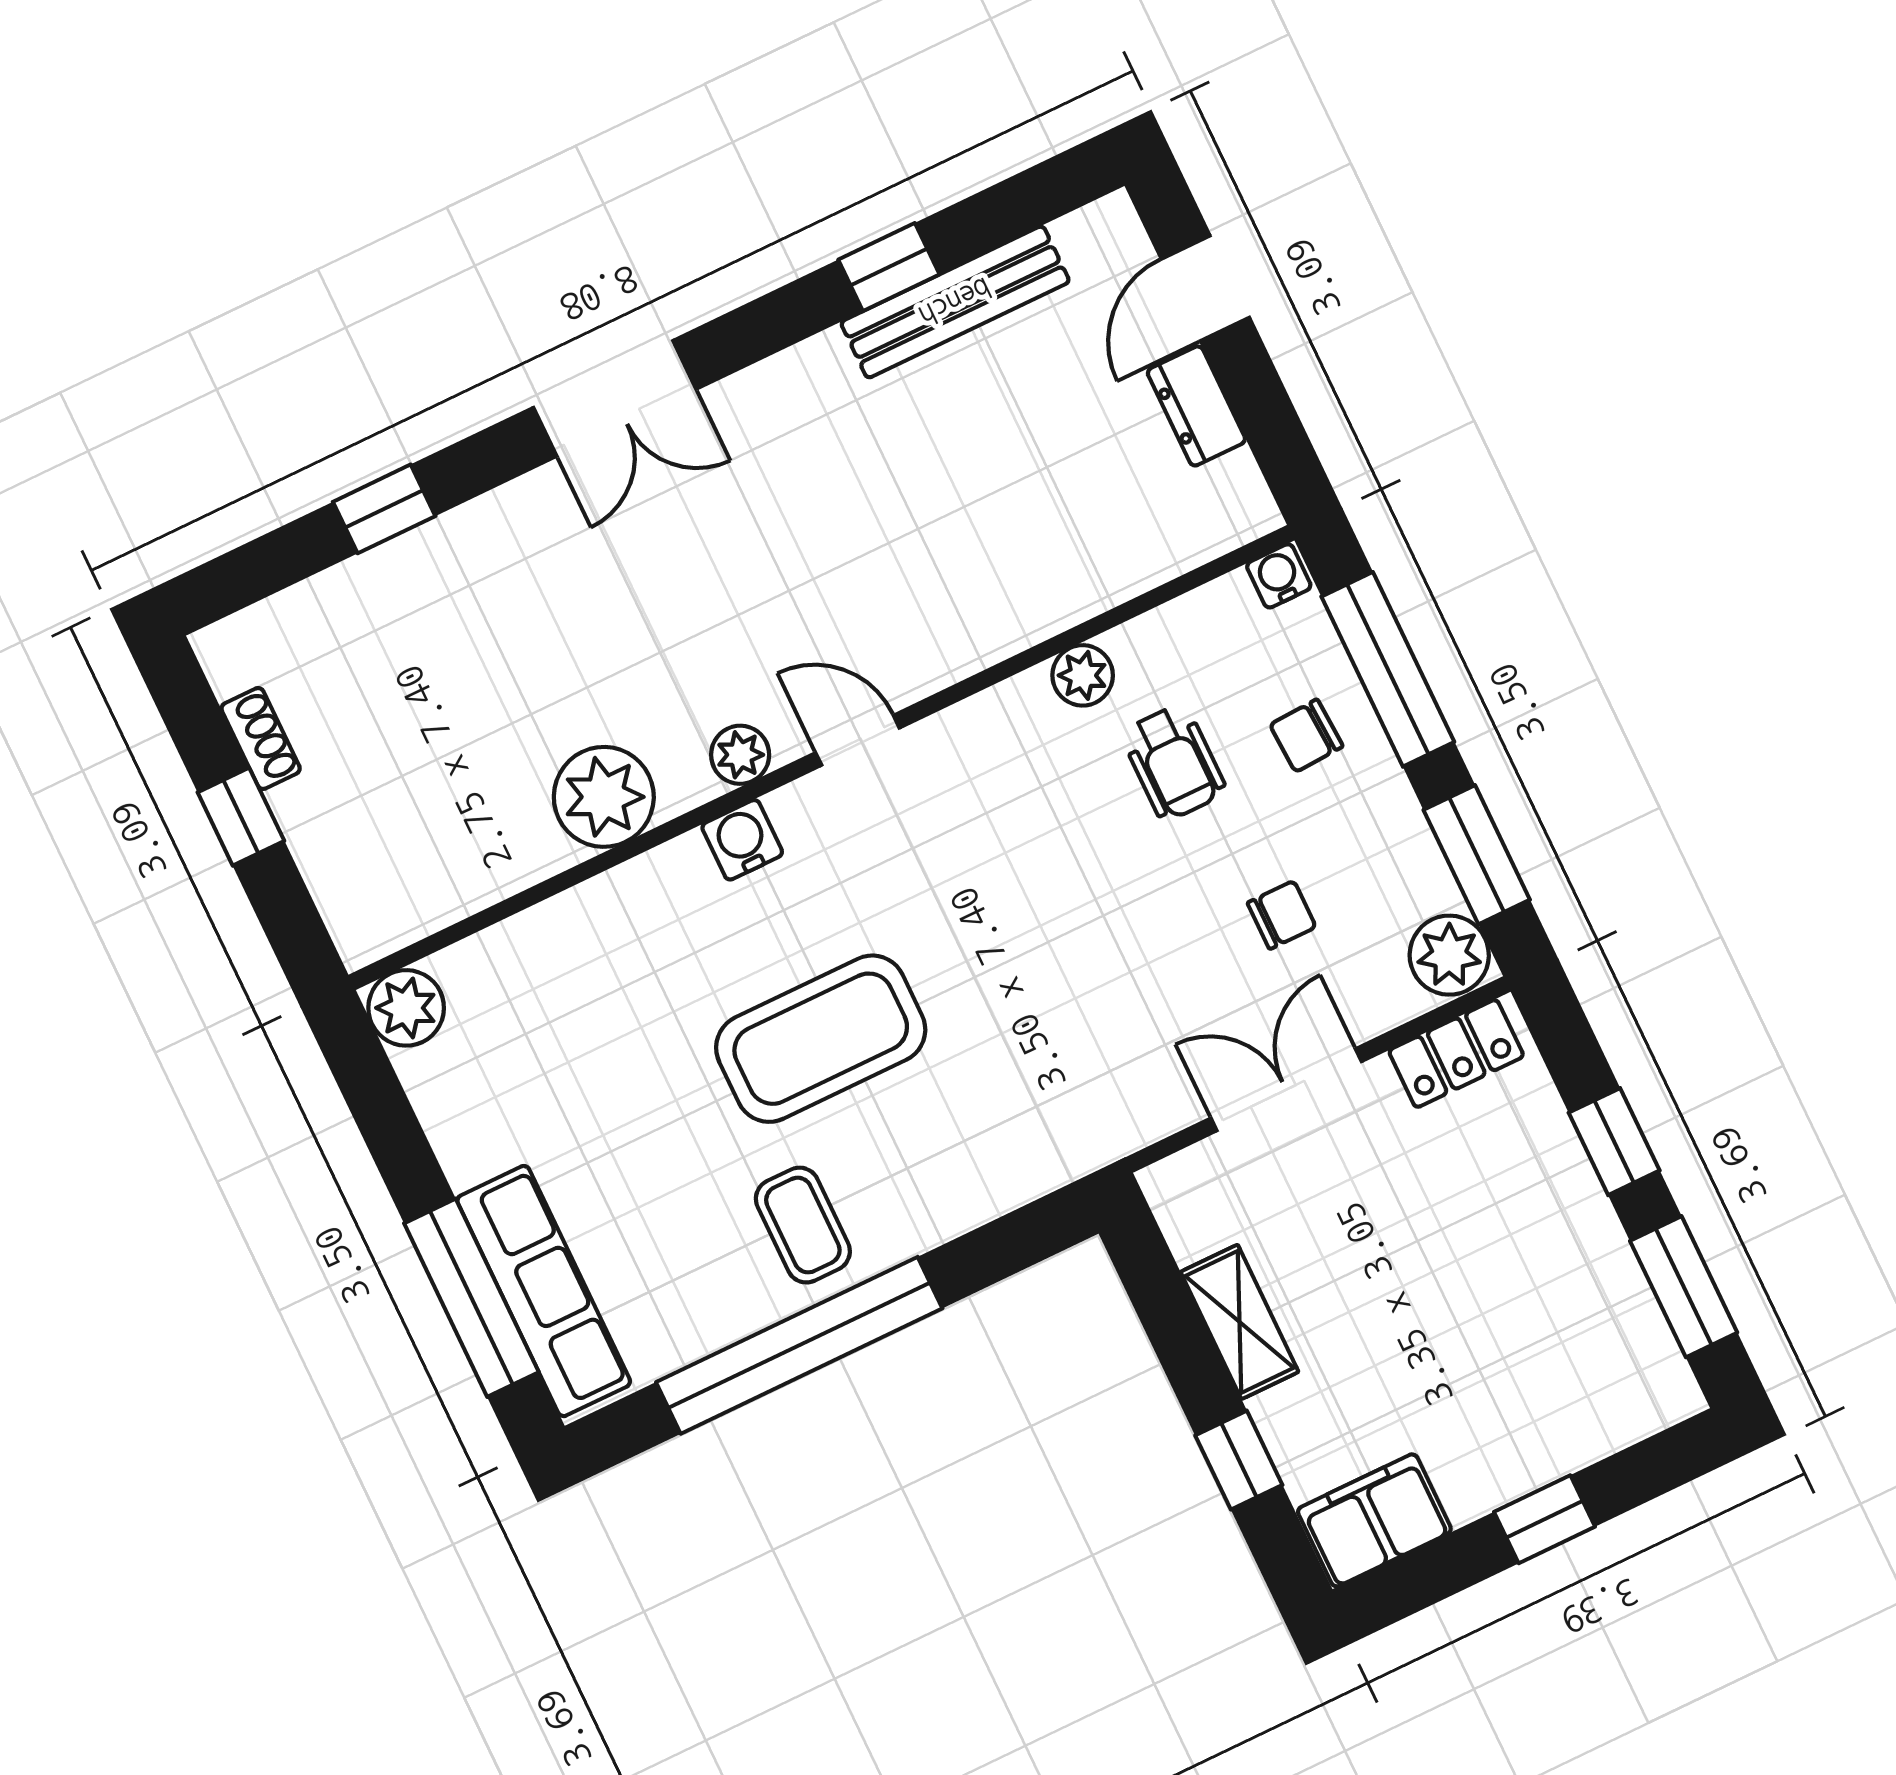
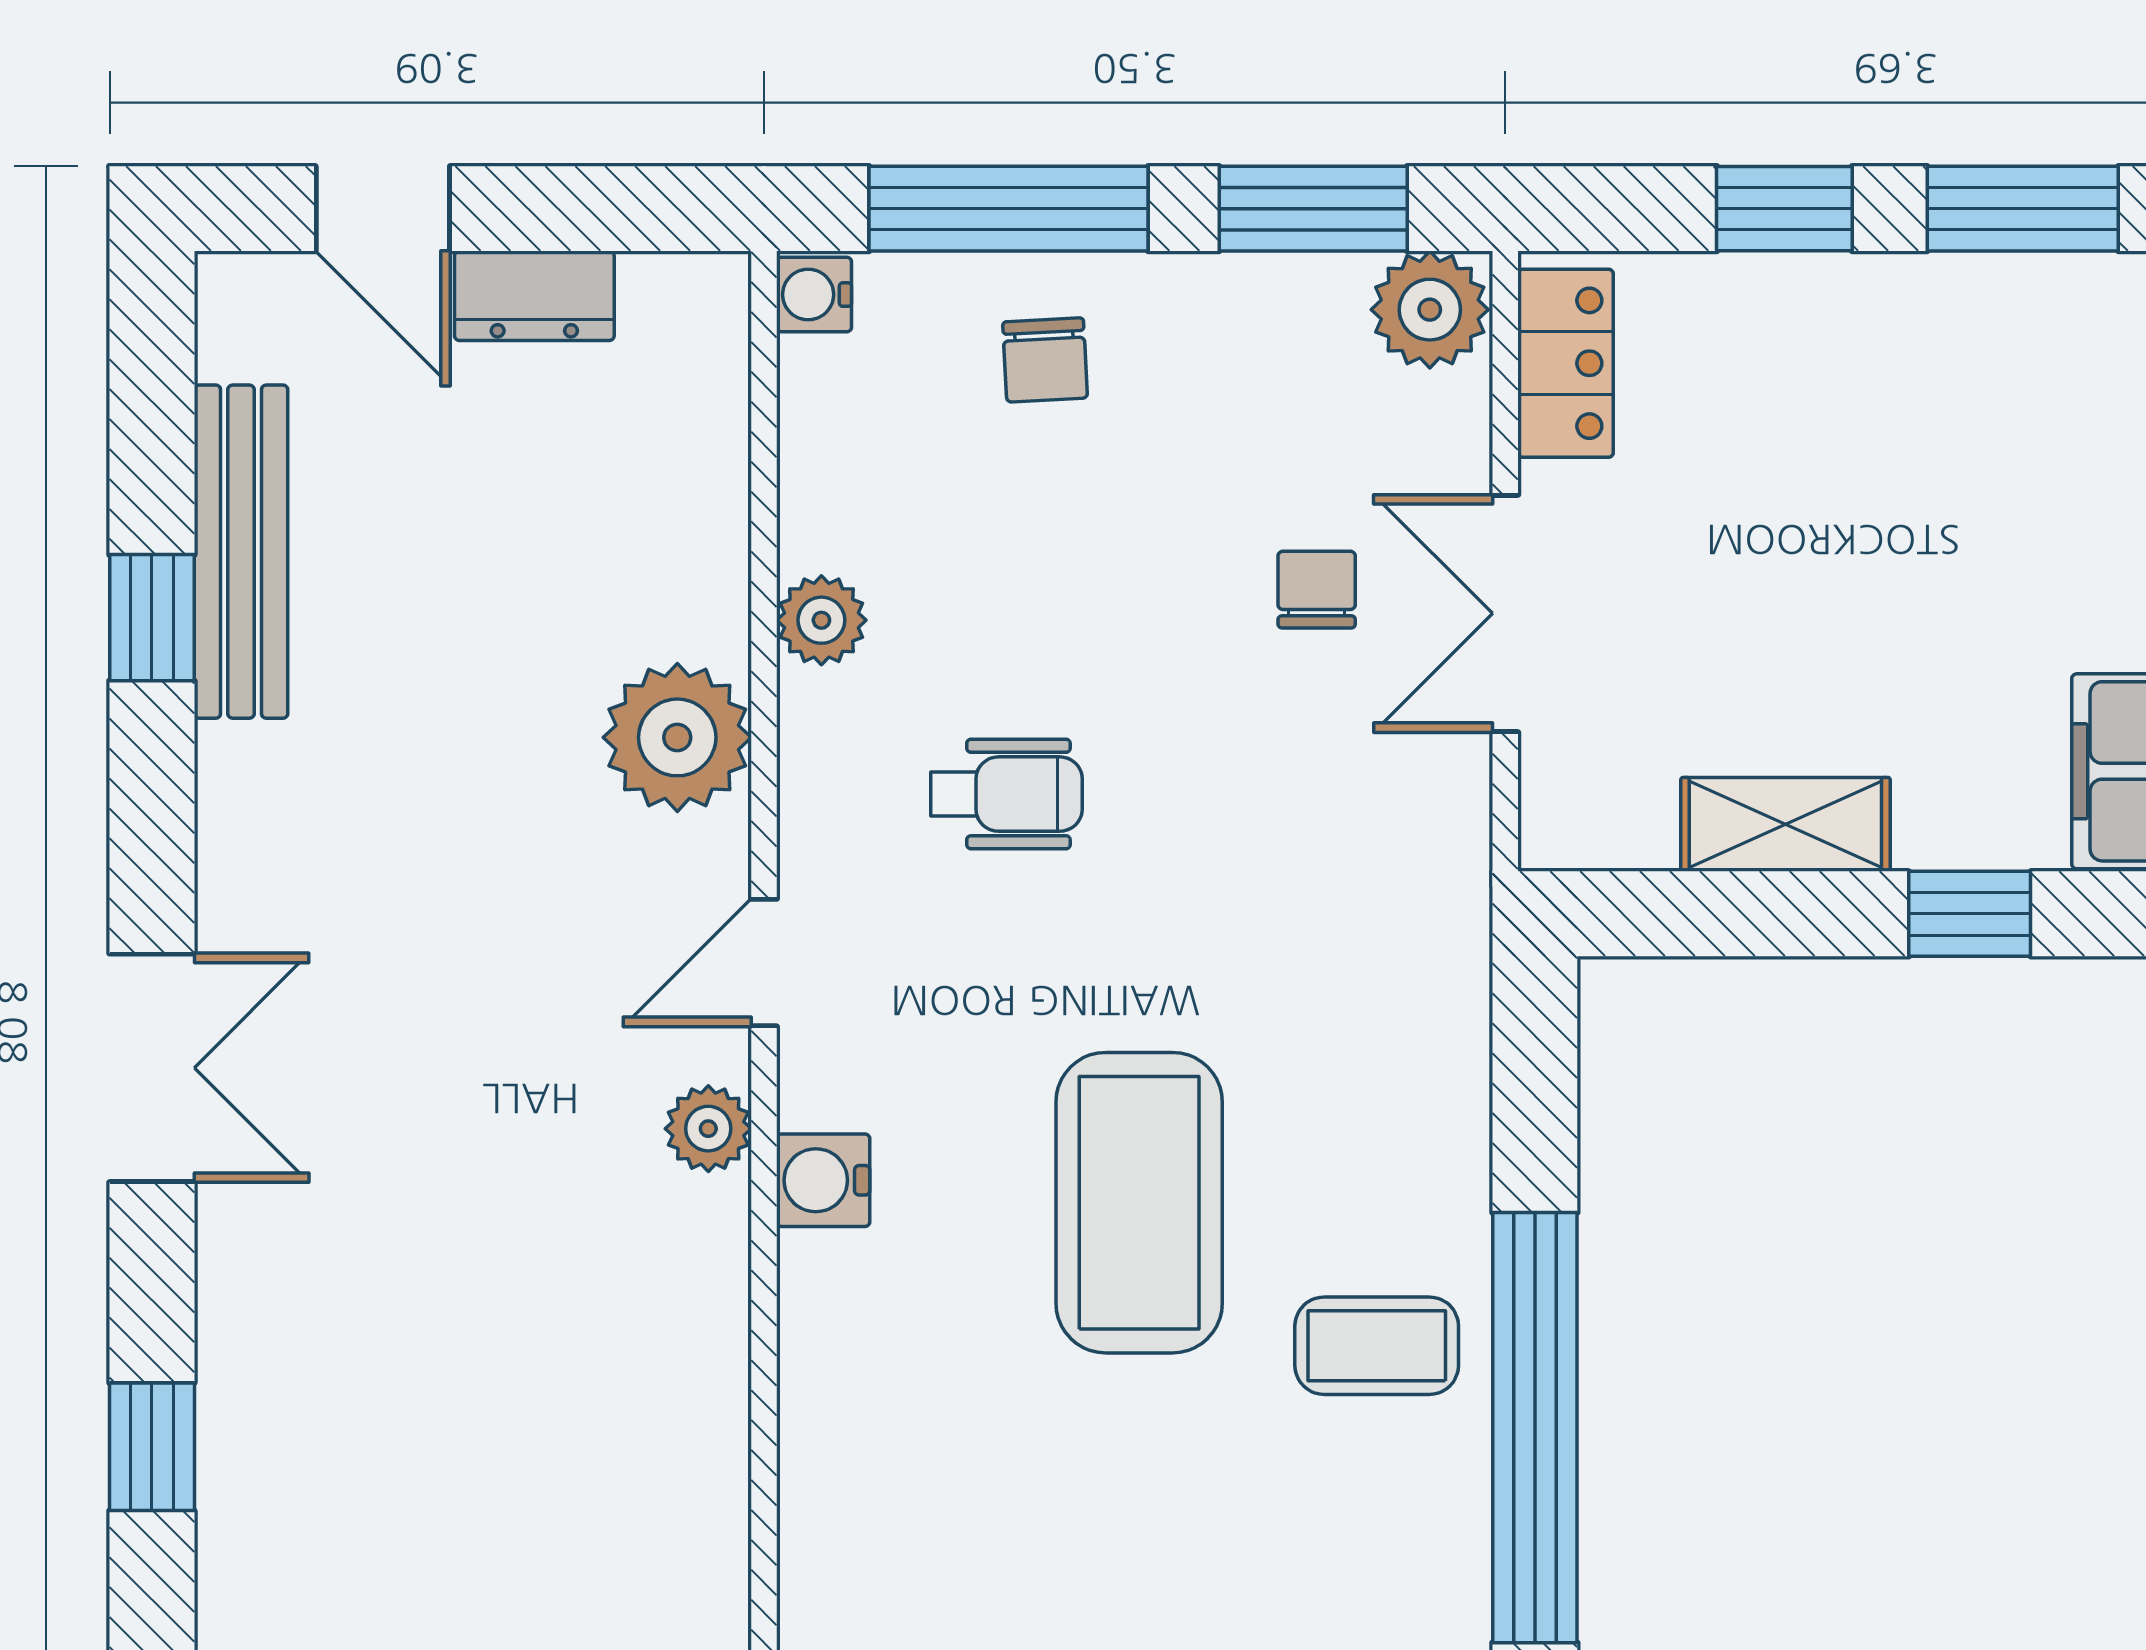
wheelchair: (1174, 762) -> (1006, 794), moved
plant: (604, 797) -> (677, 737), moved
chair: (1282, 915) -> (1317, 590), moved

